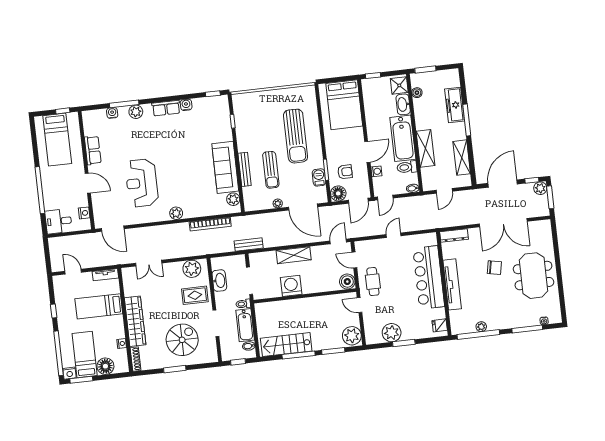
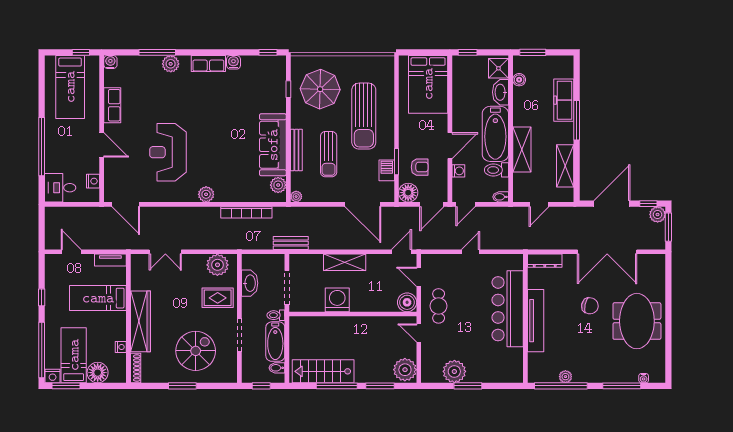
water cooler: (112, 113) -> (110, 62), moved
parasol: (258, 118) -> (320, 89), added
plant: (278, 203) -> (296, 197), moved
fridge: (440, 325) -> (515, 369), removed

